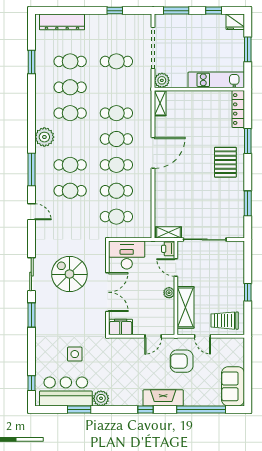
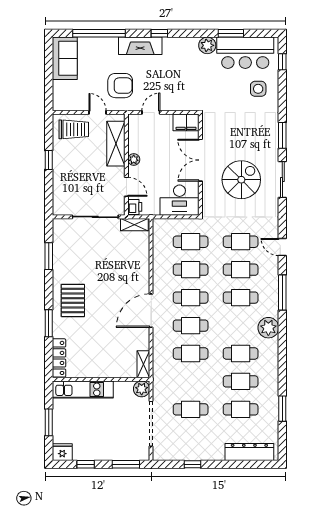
cafe table: (70, 217) -> (241, 242), added
spiral stairs: (69, 274) -> (241, 180), turned -90
side table: (75, 354) -> (258, 89), moved

